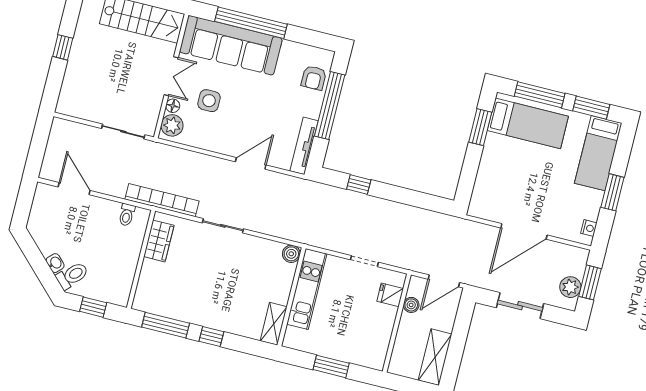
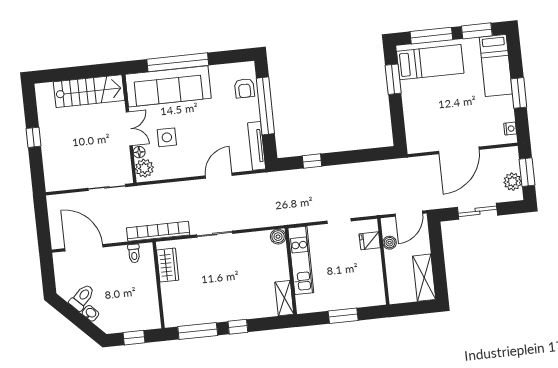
door: (74, 189) -> (84, 248), width x1.36
toilet: (72, 276) -> (82, 297), moved

